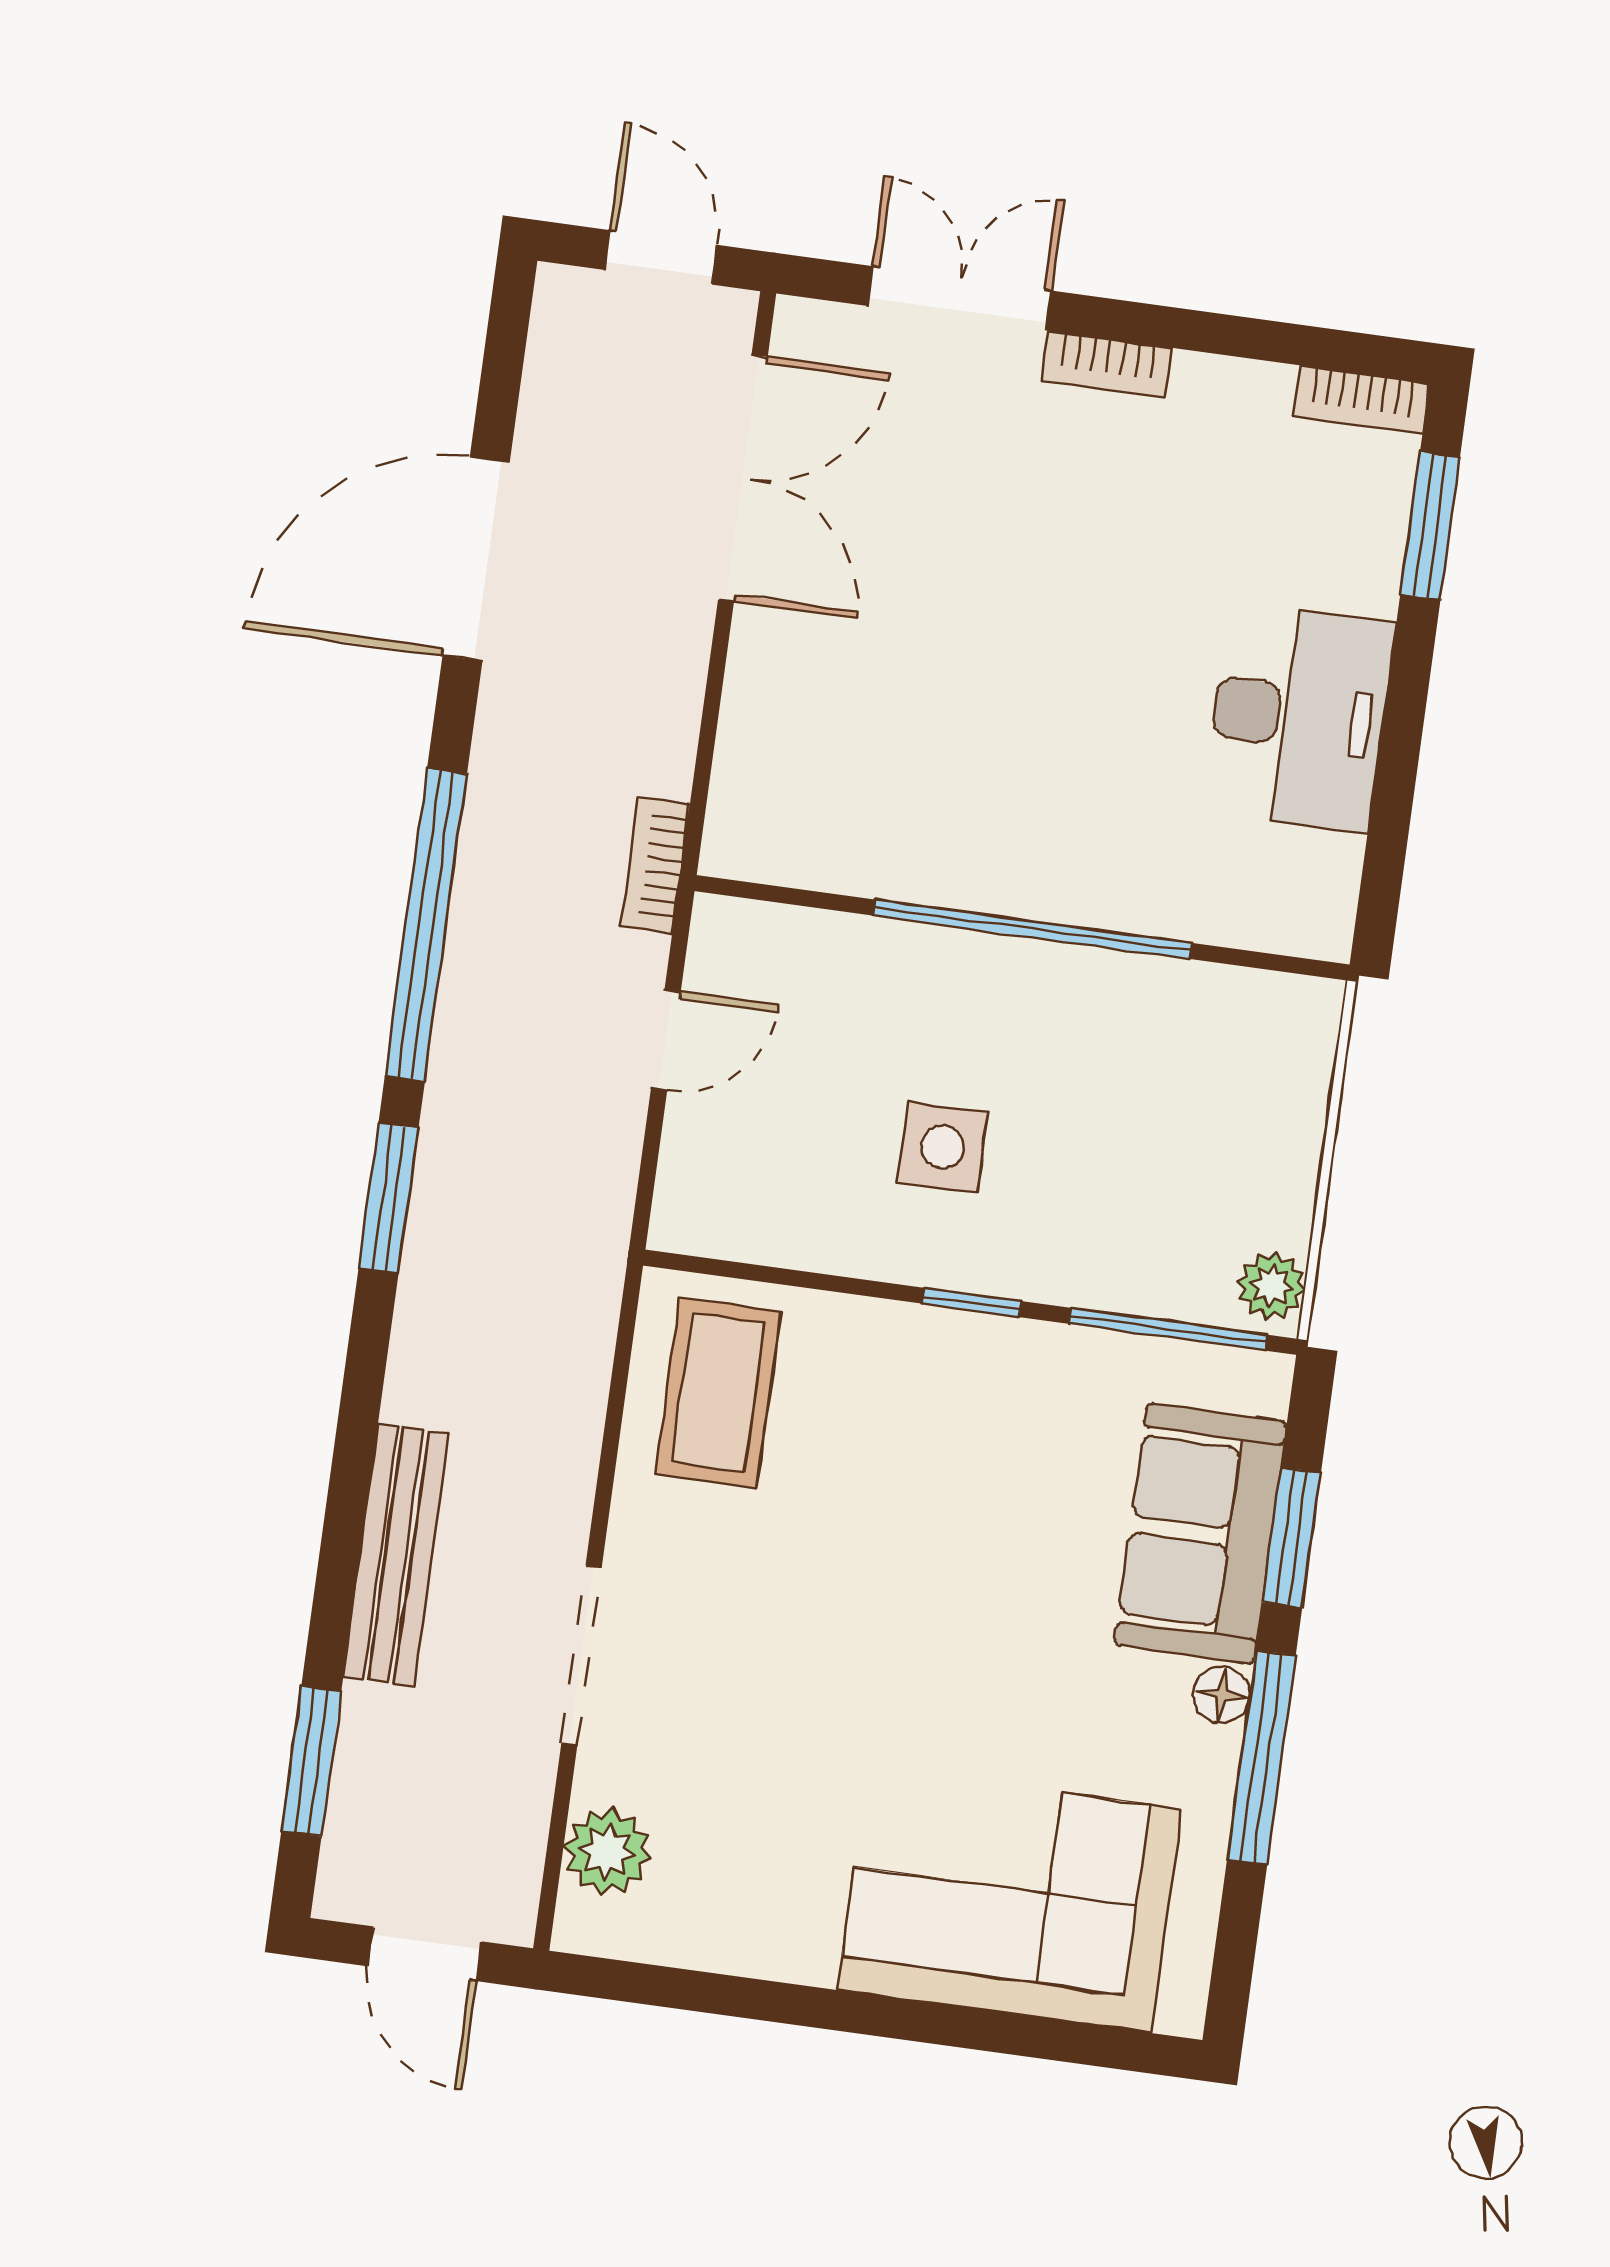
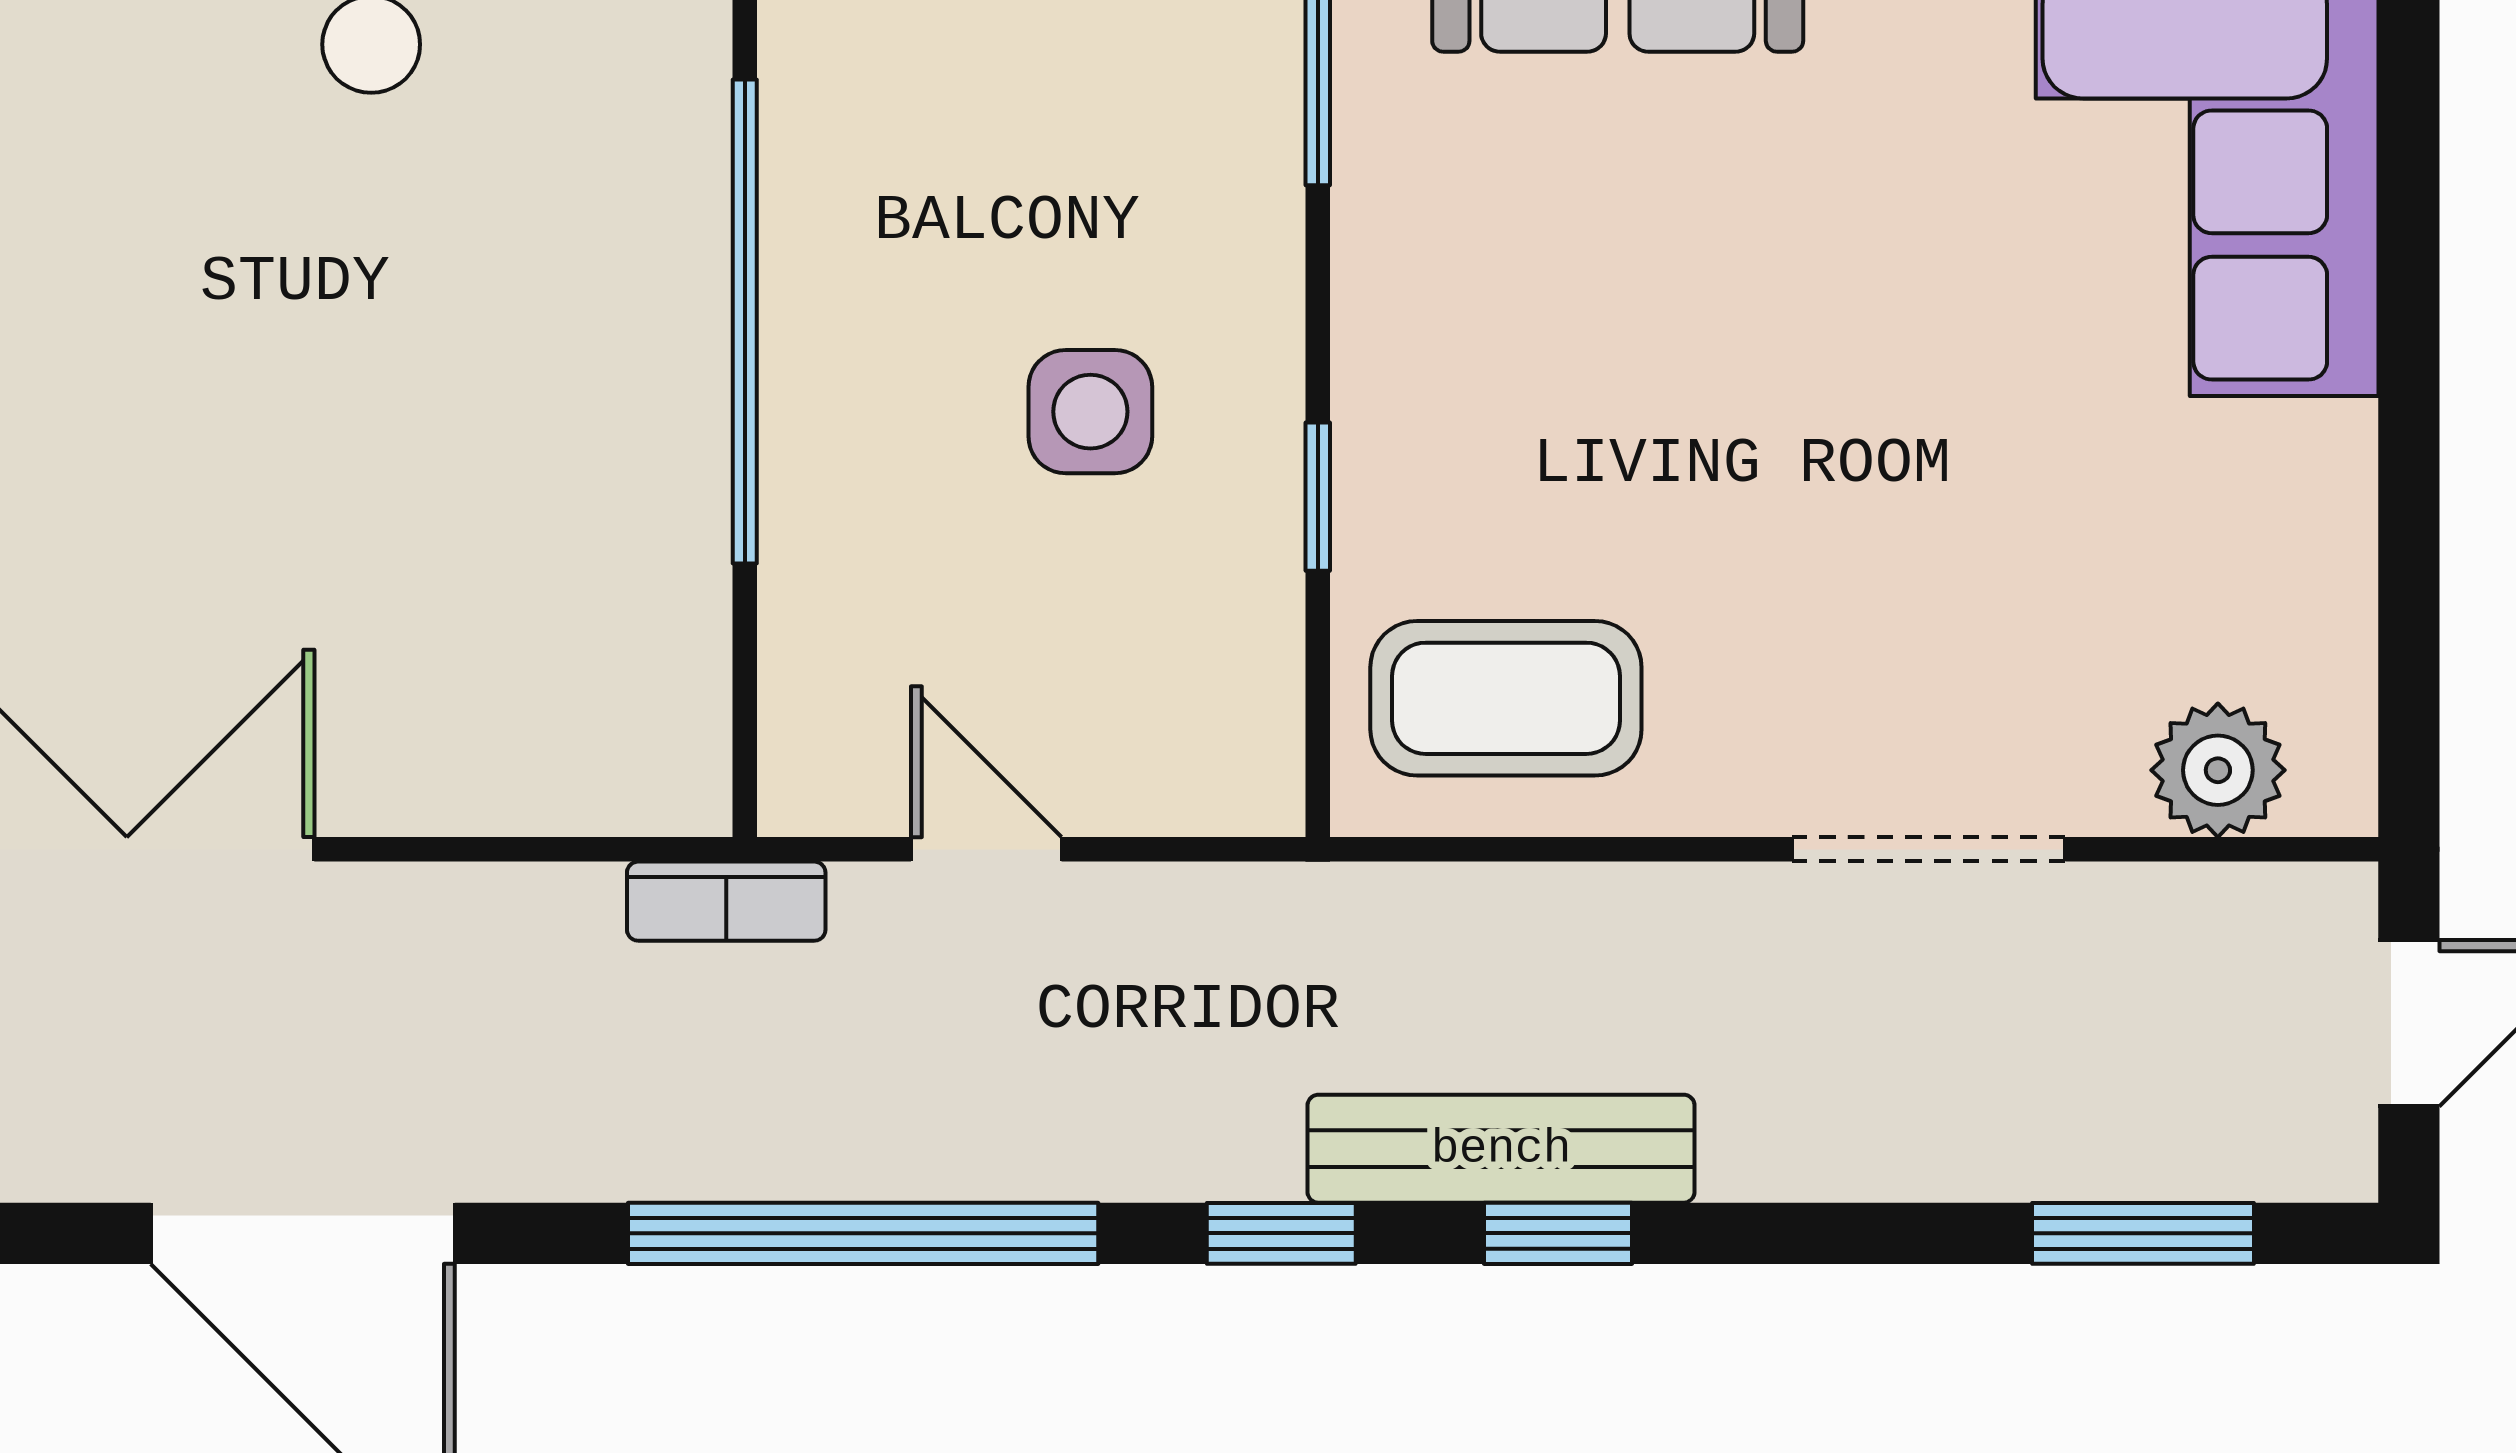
window: (388, 1198) -> (1281, 1233), width x0.67
window: (972, 1302) -> (1318, 497), moved
window: (364, 1379) -> (1558, 1233), added
bench: (396, 1555) -> (1501, 1149), moved

